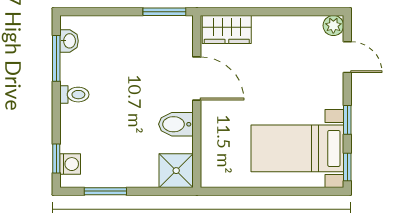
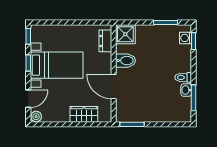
wardrobe: (227, 29) -> (84, 114), moved
washbasin: (69, 41) -> (186, 90), moved
door: (347, 57) -> (28, 99), swing flipped
bed with nightstands: (297, 148) -> (57, 65), moved
dresser: (211, 159) -> (105, 41), added

